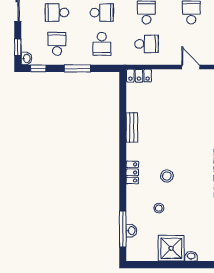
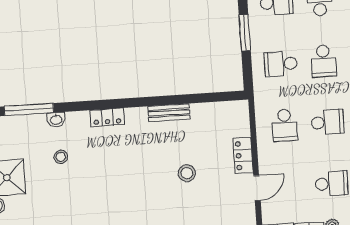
locker: (139, 76) -> (243, 155), moved
stool: (167, 176) -> (187, 173), moved
washbasin: (131, 231) -> (56, 120), moved

